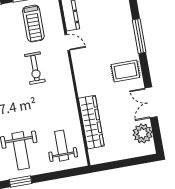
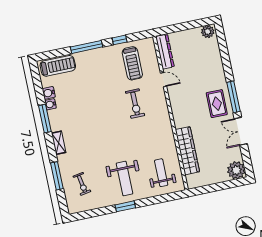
window: (139, 36) -> (233, 97), moved
rug: (125, 71) -> (217, 104), turned 90
plant: (143, 133) -> (236, 170), moved

